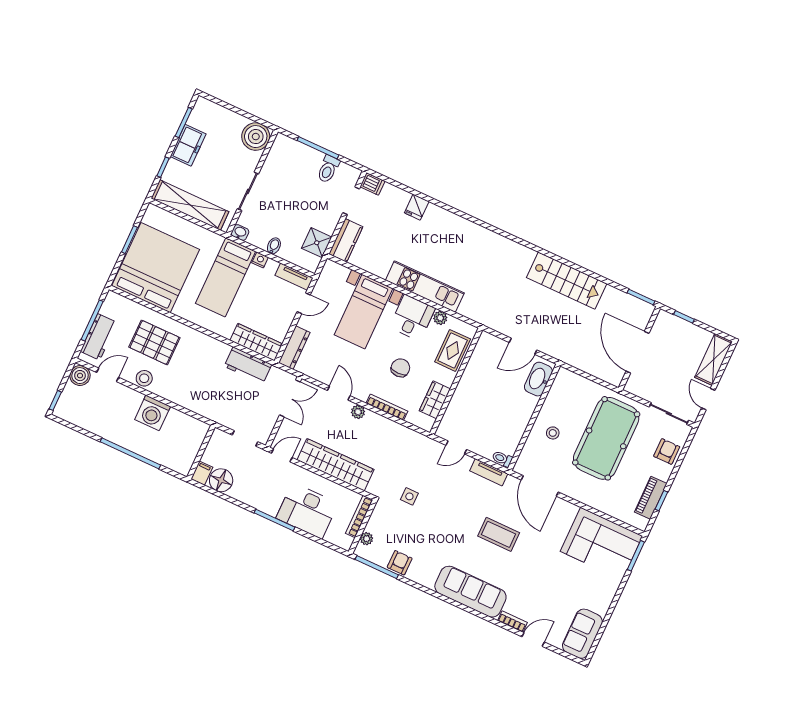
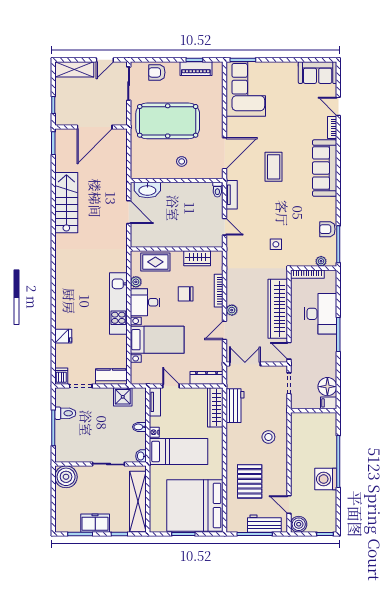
stool: (144, 378) -> (268, 437), moved
washing machine: (153, 413) -> (326, 479), moved, turned 180

